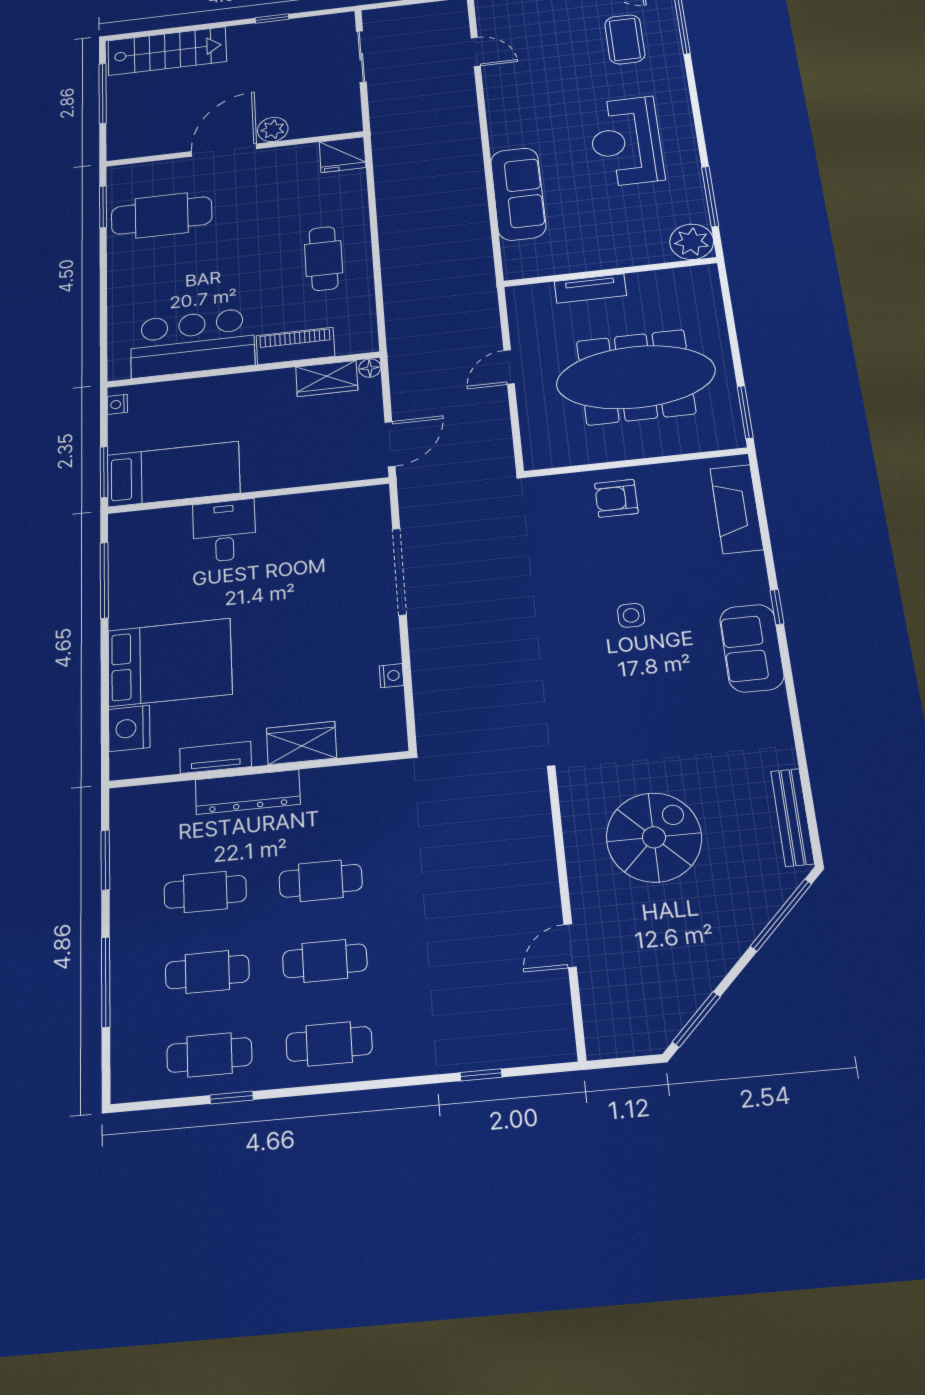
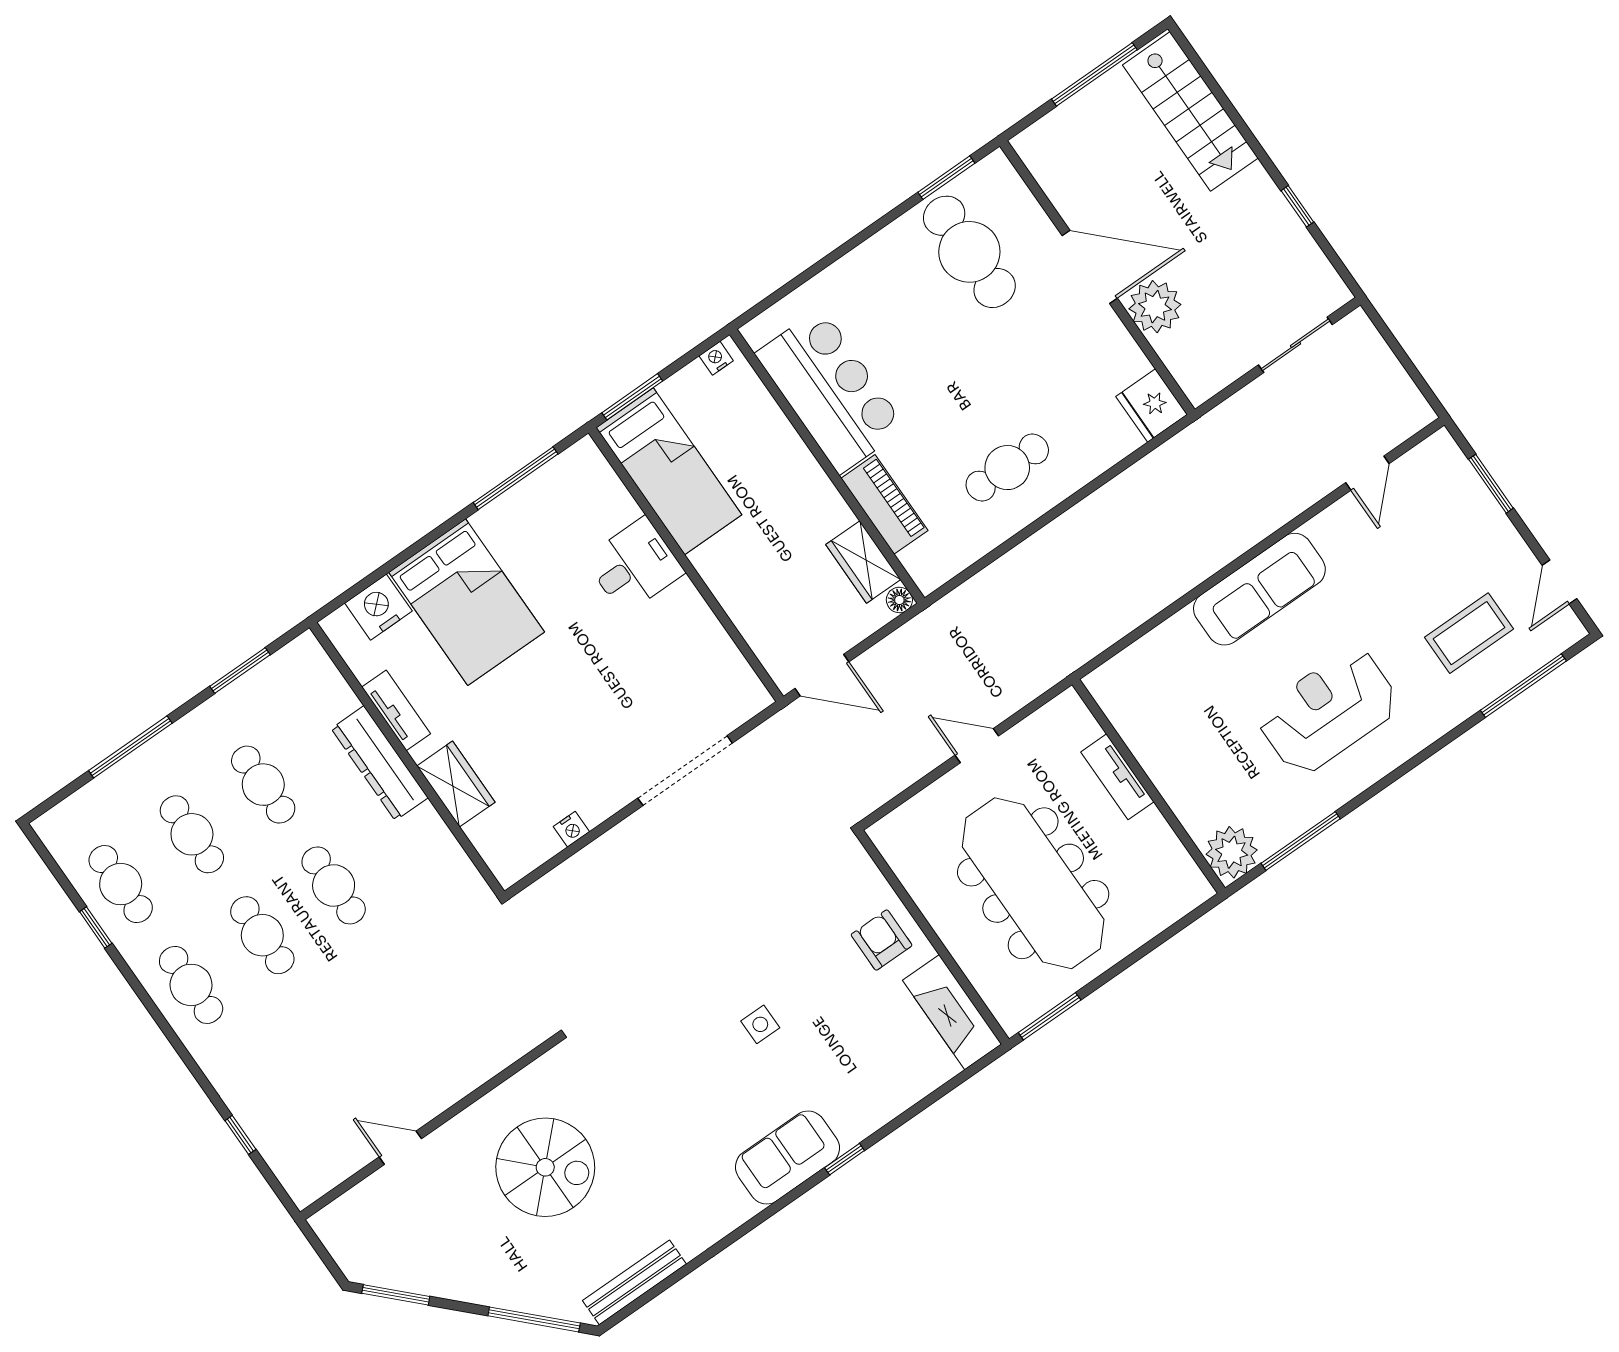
plant: (273, 129) -> (1155, 307), width x1.36, depth x1.36
sofa: (518, 194) -> (1259, 589), moved
fireplace: (737, 509) -> (952, 1012), moved, turned -90

